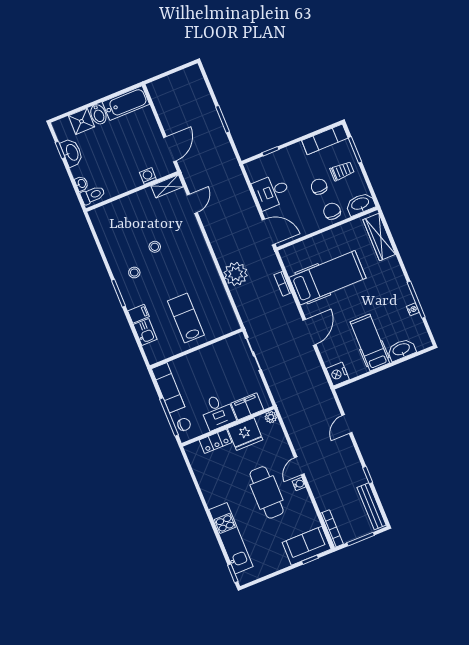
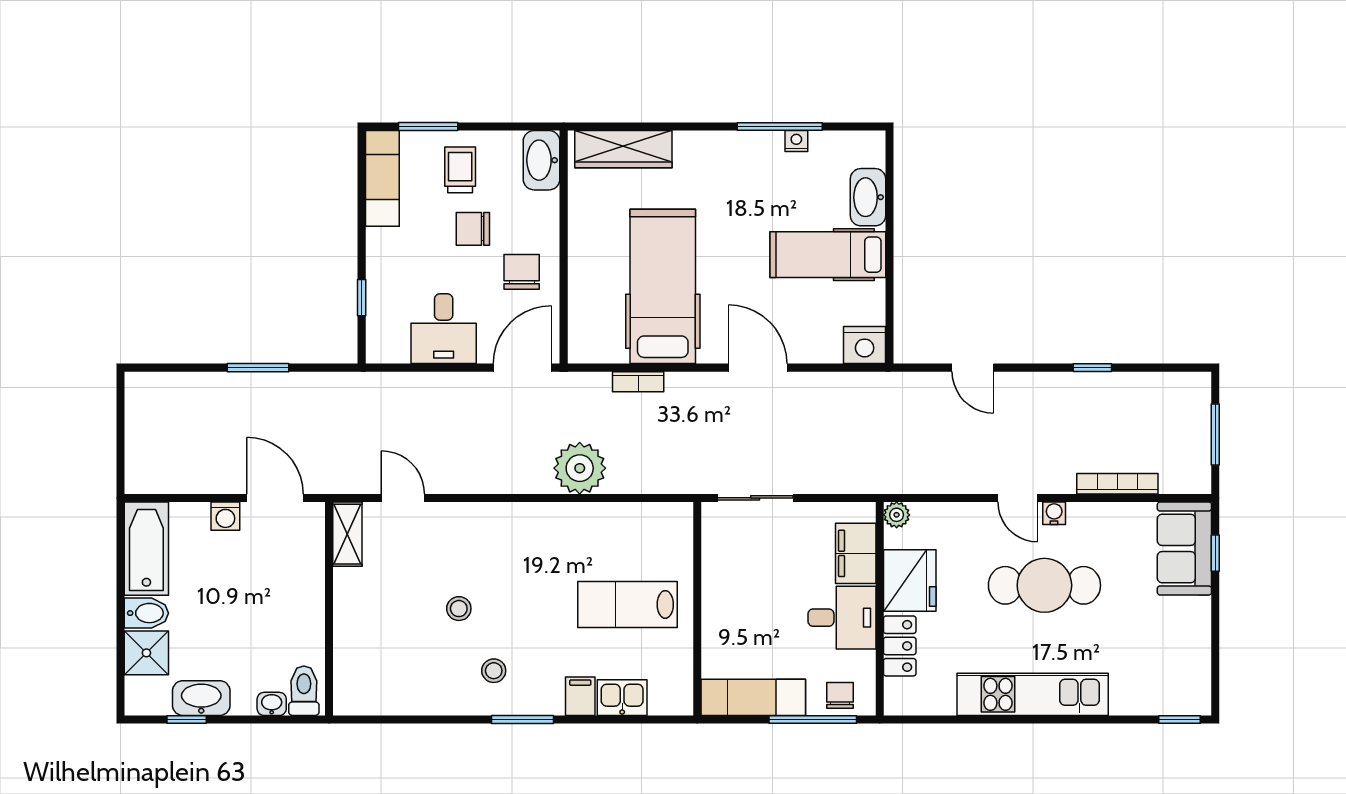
washing machine: (148, 176) -> (225, 516), moved, turned -90
chair: (332, 211) -> (522, 272), moved, turned 90
bench: (372, 506) -> (1158, 385), removed
bookcase: (332, 529) -> (1117, 484), moved
kitchen unit: (231, 538) -> (1033, 694), moved

